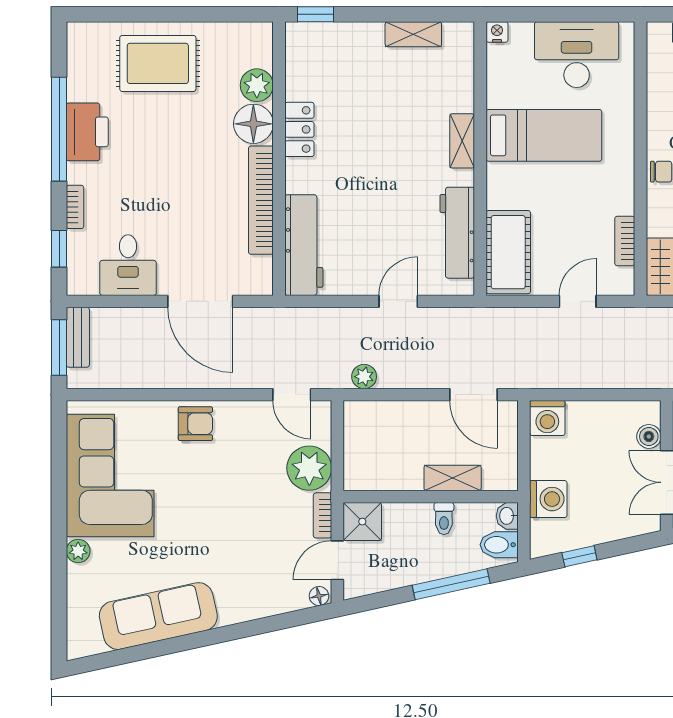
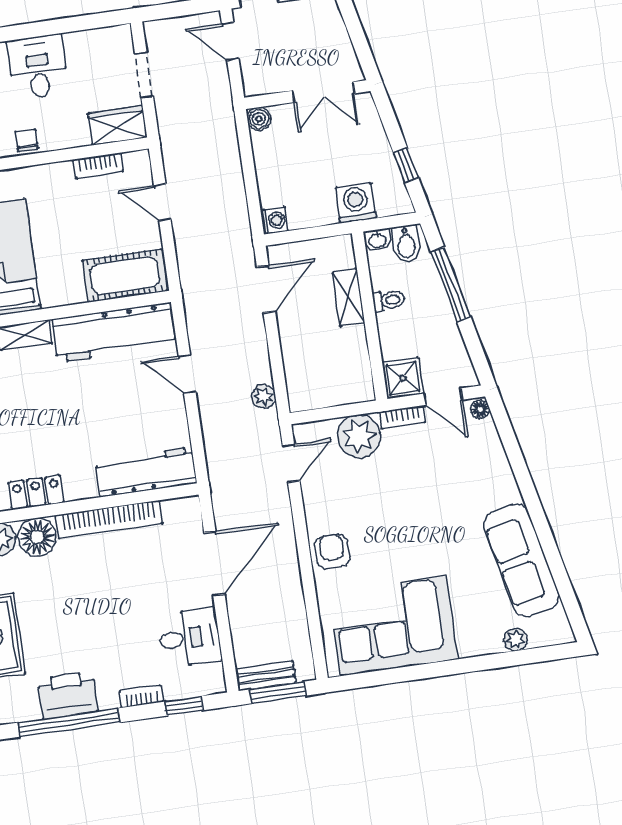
workbench: (457, 233) -> (114, 332), width x1.36, depth x1.32
washing machine: (547, 418) -> (274, 221), width x0.73, depth x0.73
boiler: (649, 436) -> (259, 119), moved
plant: (78, 551) -> (515, 640), moved

